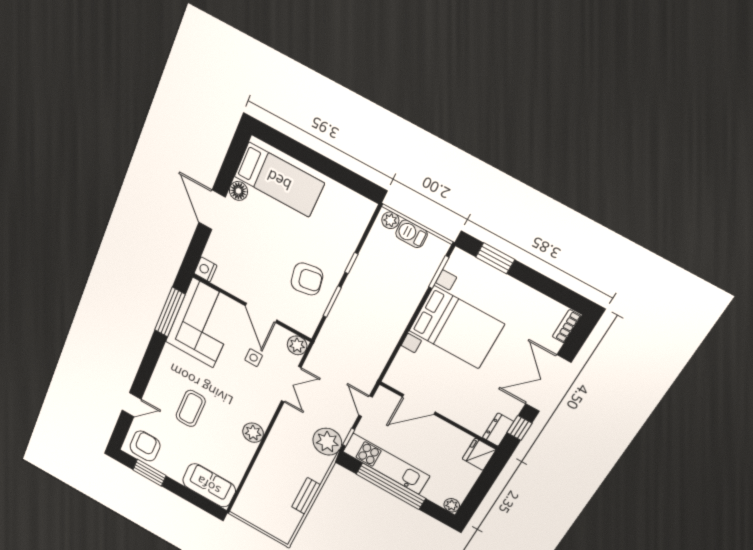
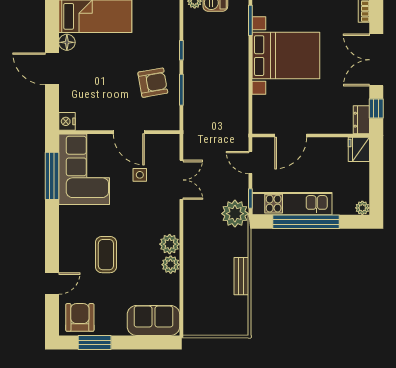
plant: (297, 345) -> (171, 265), moved

